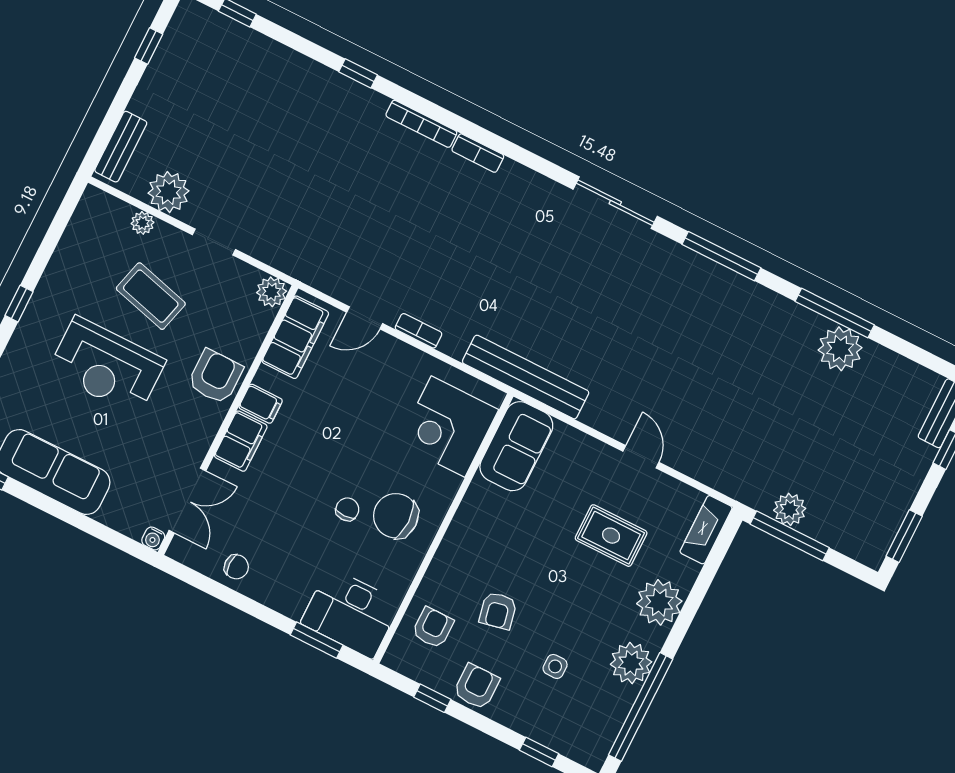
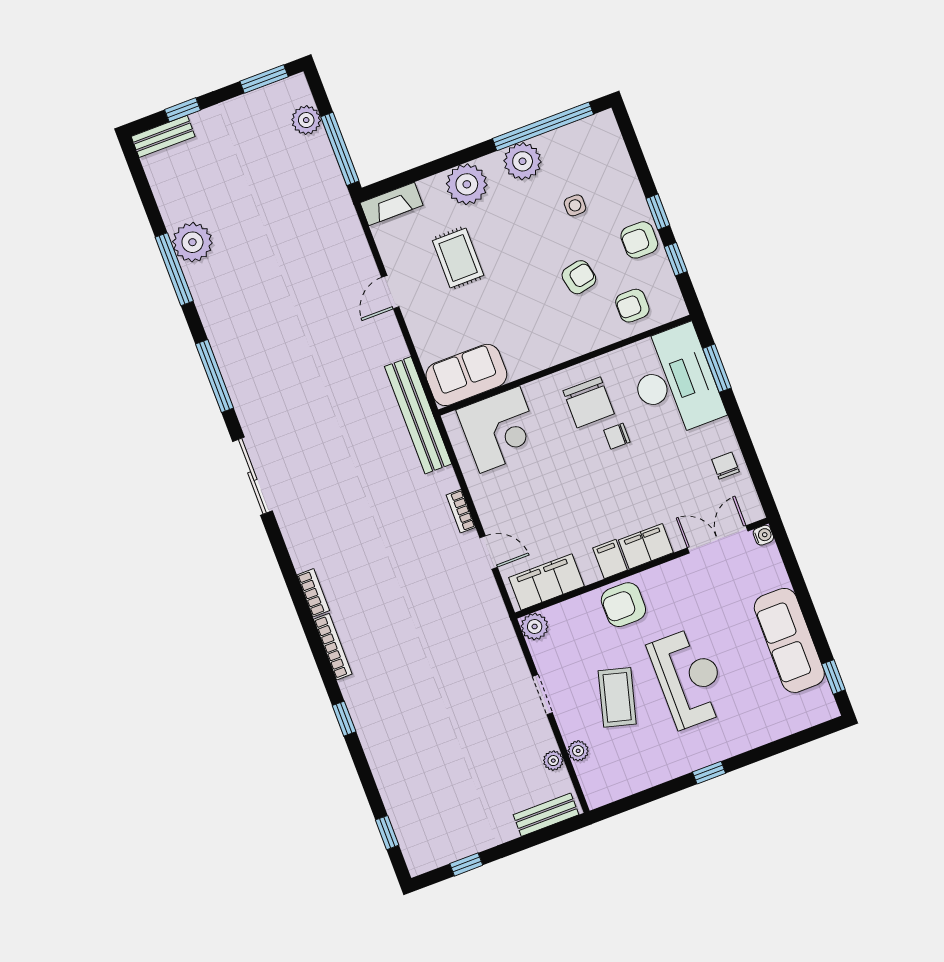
plant: (169, 192) -> (553, 761), width x0.53, depth x0.53
plant: (790, 509) -> (306, 120), moved
desk: (351, 613) -> (674, 381), width x1.36, depth x1.30
window: (539, 752) -> (658, 212), moved

